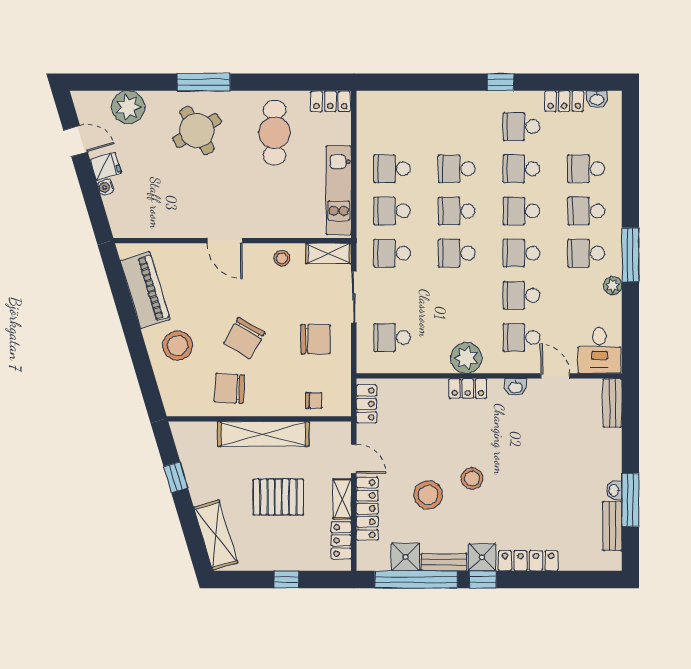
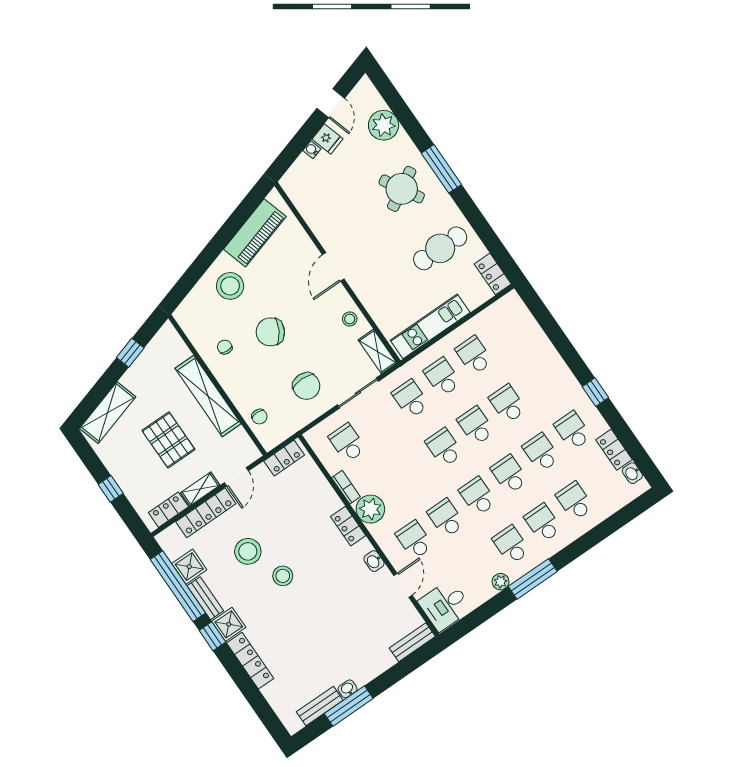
bookcase: (431, 366) -> (346, 487), added
chair: (230, 388) -> (225, 347), width x0.54, depth x0.54

